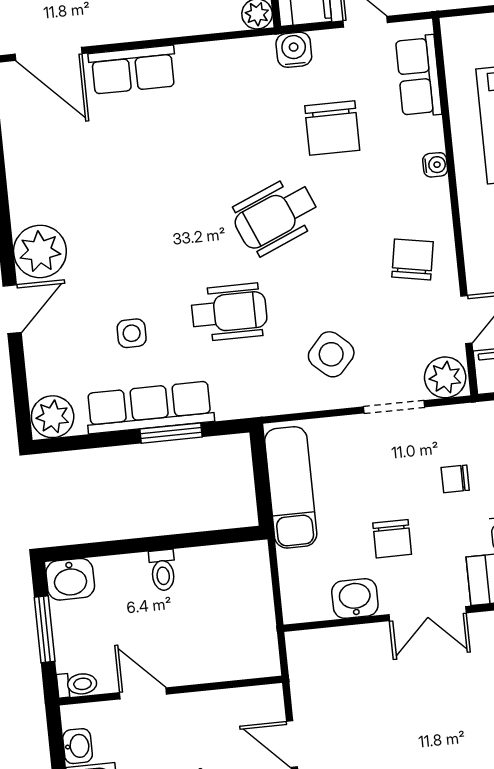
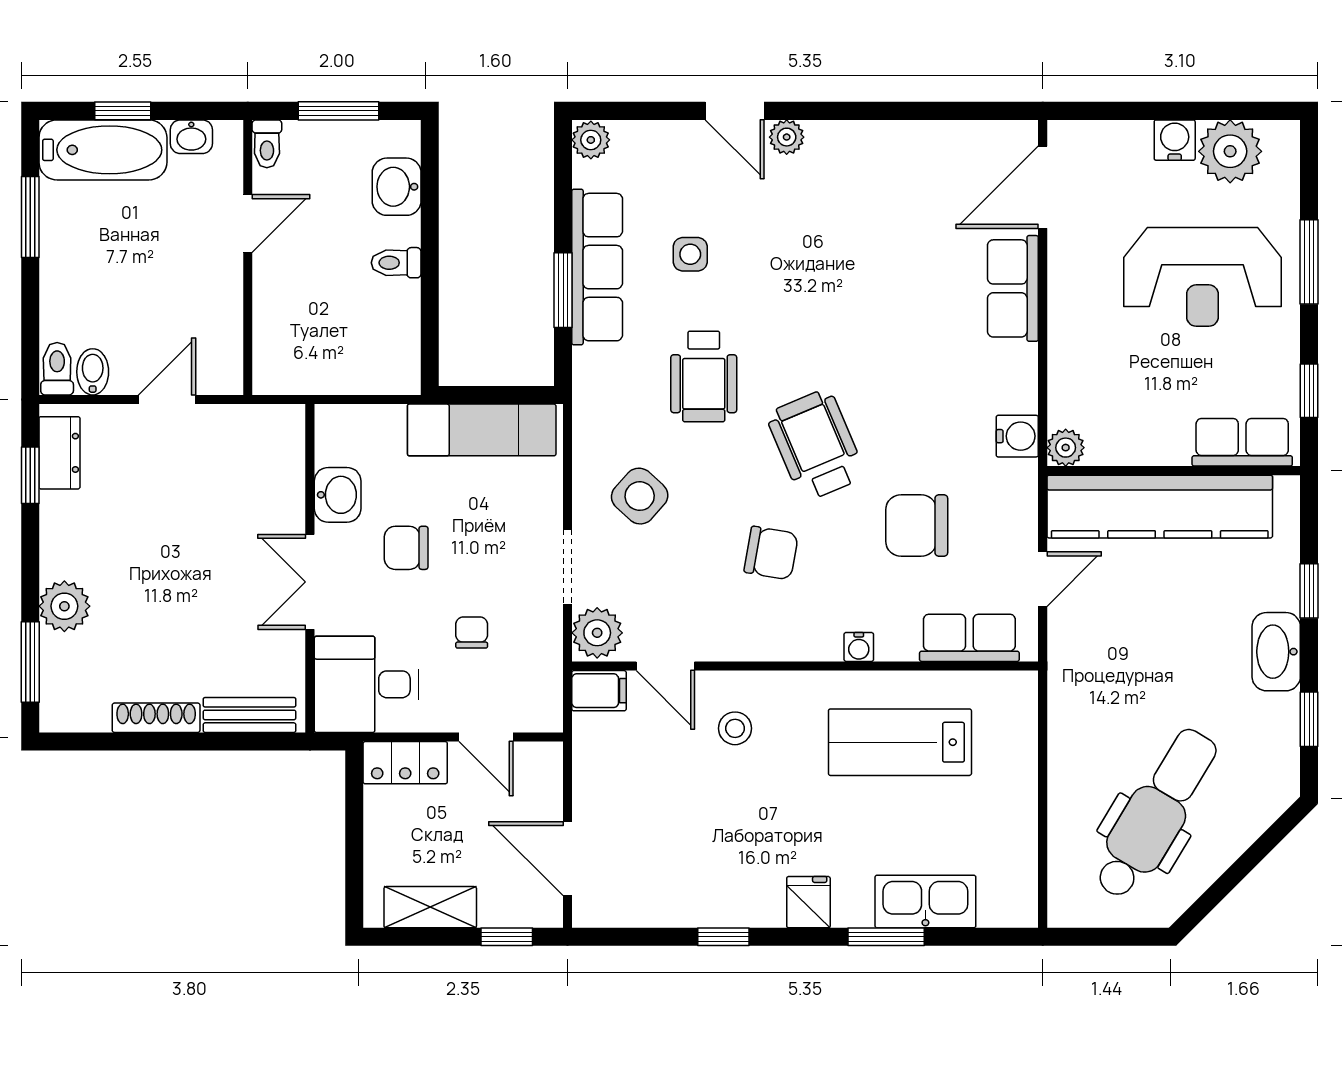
water cooler: (294, 50) -> (1017, 436), moved
plant: (40, 251) -> (787, 137), width x0.53, depth x0.53
chair: (413, 259) -> (771, 553), moved
plant: (53, 417) -> (591, 140), width x0.73, depth x0.73
washbasin: (70, 579) -> (397, 187), moved

